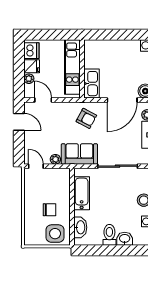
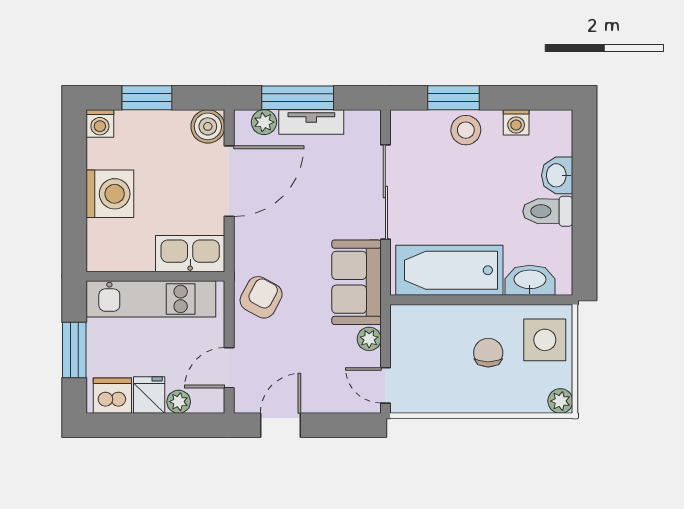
window: (51, 35) -> (74, 350), added
washing machine: (117, 50) -> (110, 194), added
door: (122, 100) -> (229, 181), hinge flipped
armchair: (86, 118) -> (261, 297), moved
door: (36, 166) -> (385, 385), hinge flipped
bathtub: (82, 193) -> (449, 270), width x1.36, depth x1.36
plant: (29, 240) -> (560, 401), added

